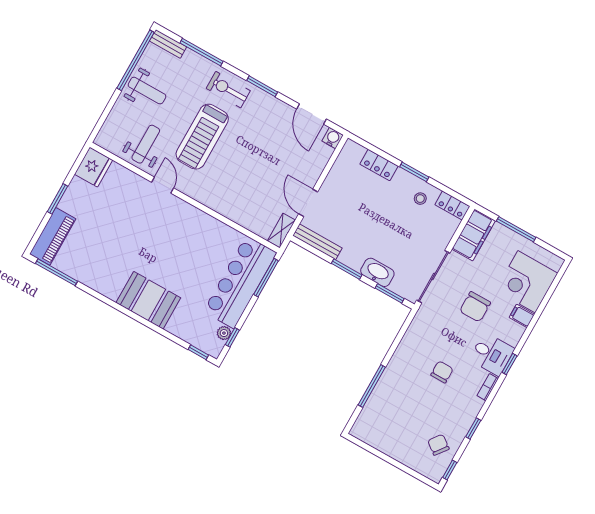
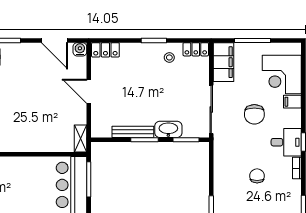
locker: (379, 165) -> (105, 50), moved
door: (308, 203) -> (89, 91), moved
bench: (317, 242) -> (133, 132), moved

